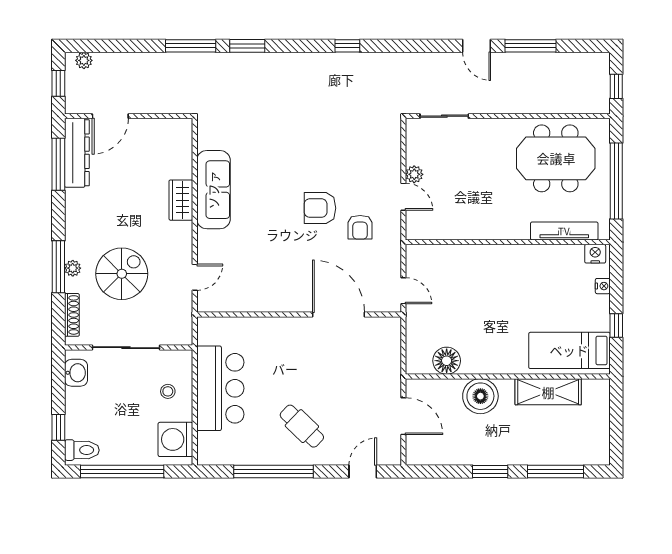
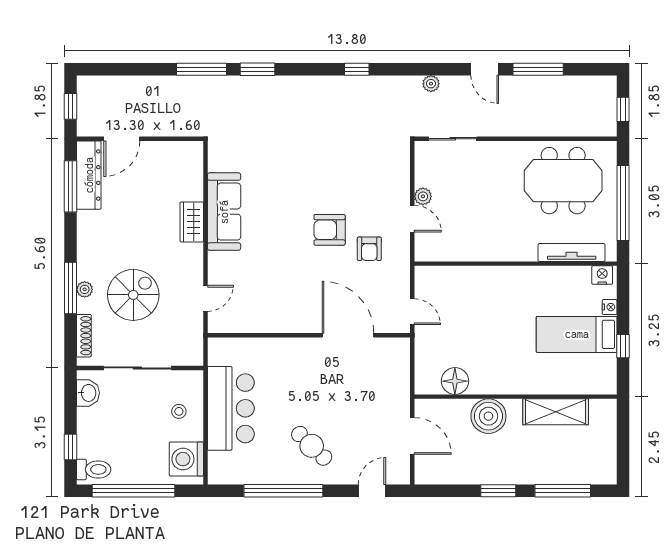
plant: (84, 60) -> (431, 84), moved
bed: (569, 350) -> (577, 334), moved

